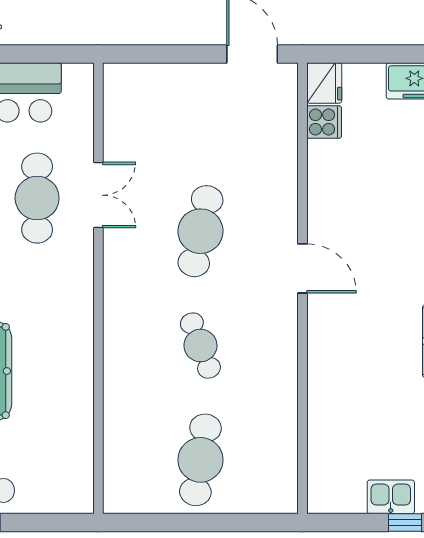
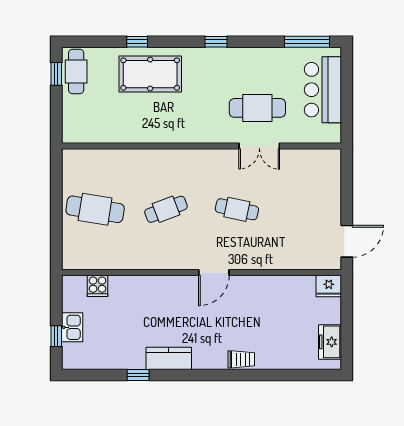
cooker: (324, 122) -> (98, 286), moved
cafe table: (200, 231) -> (237, 209), width x0.73, depth x0.74

